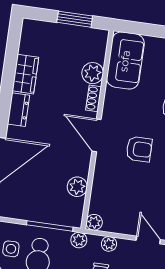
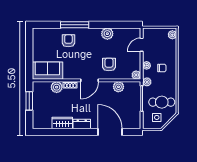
armchair: (139, 149) -> (109, 64), moved

